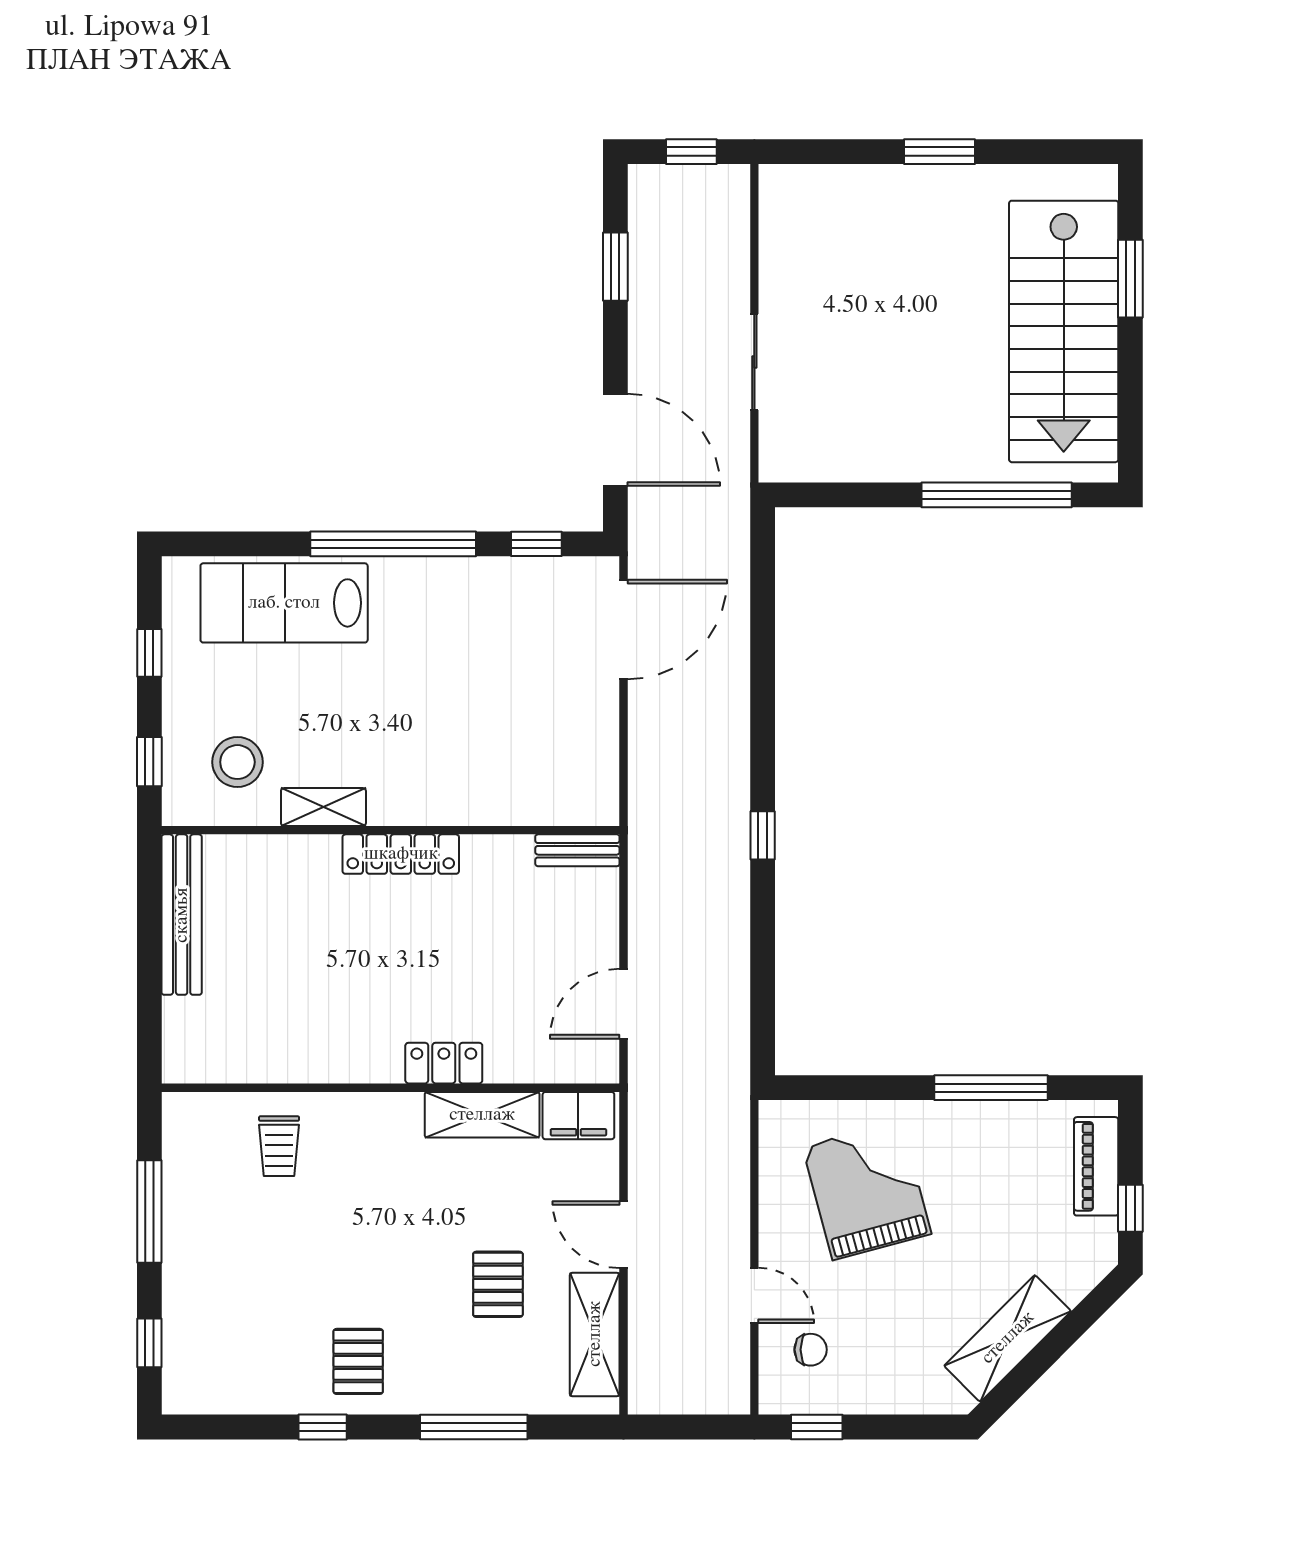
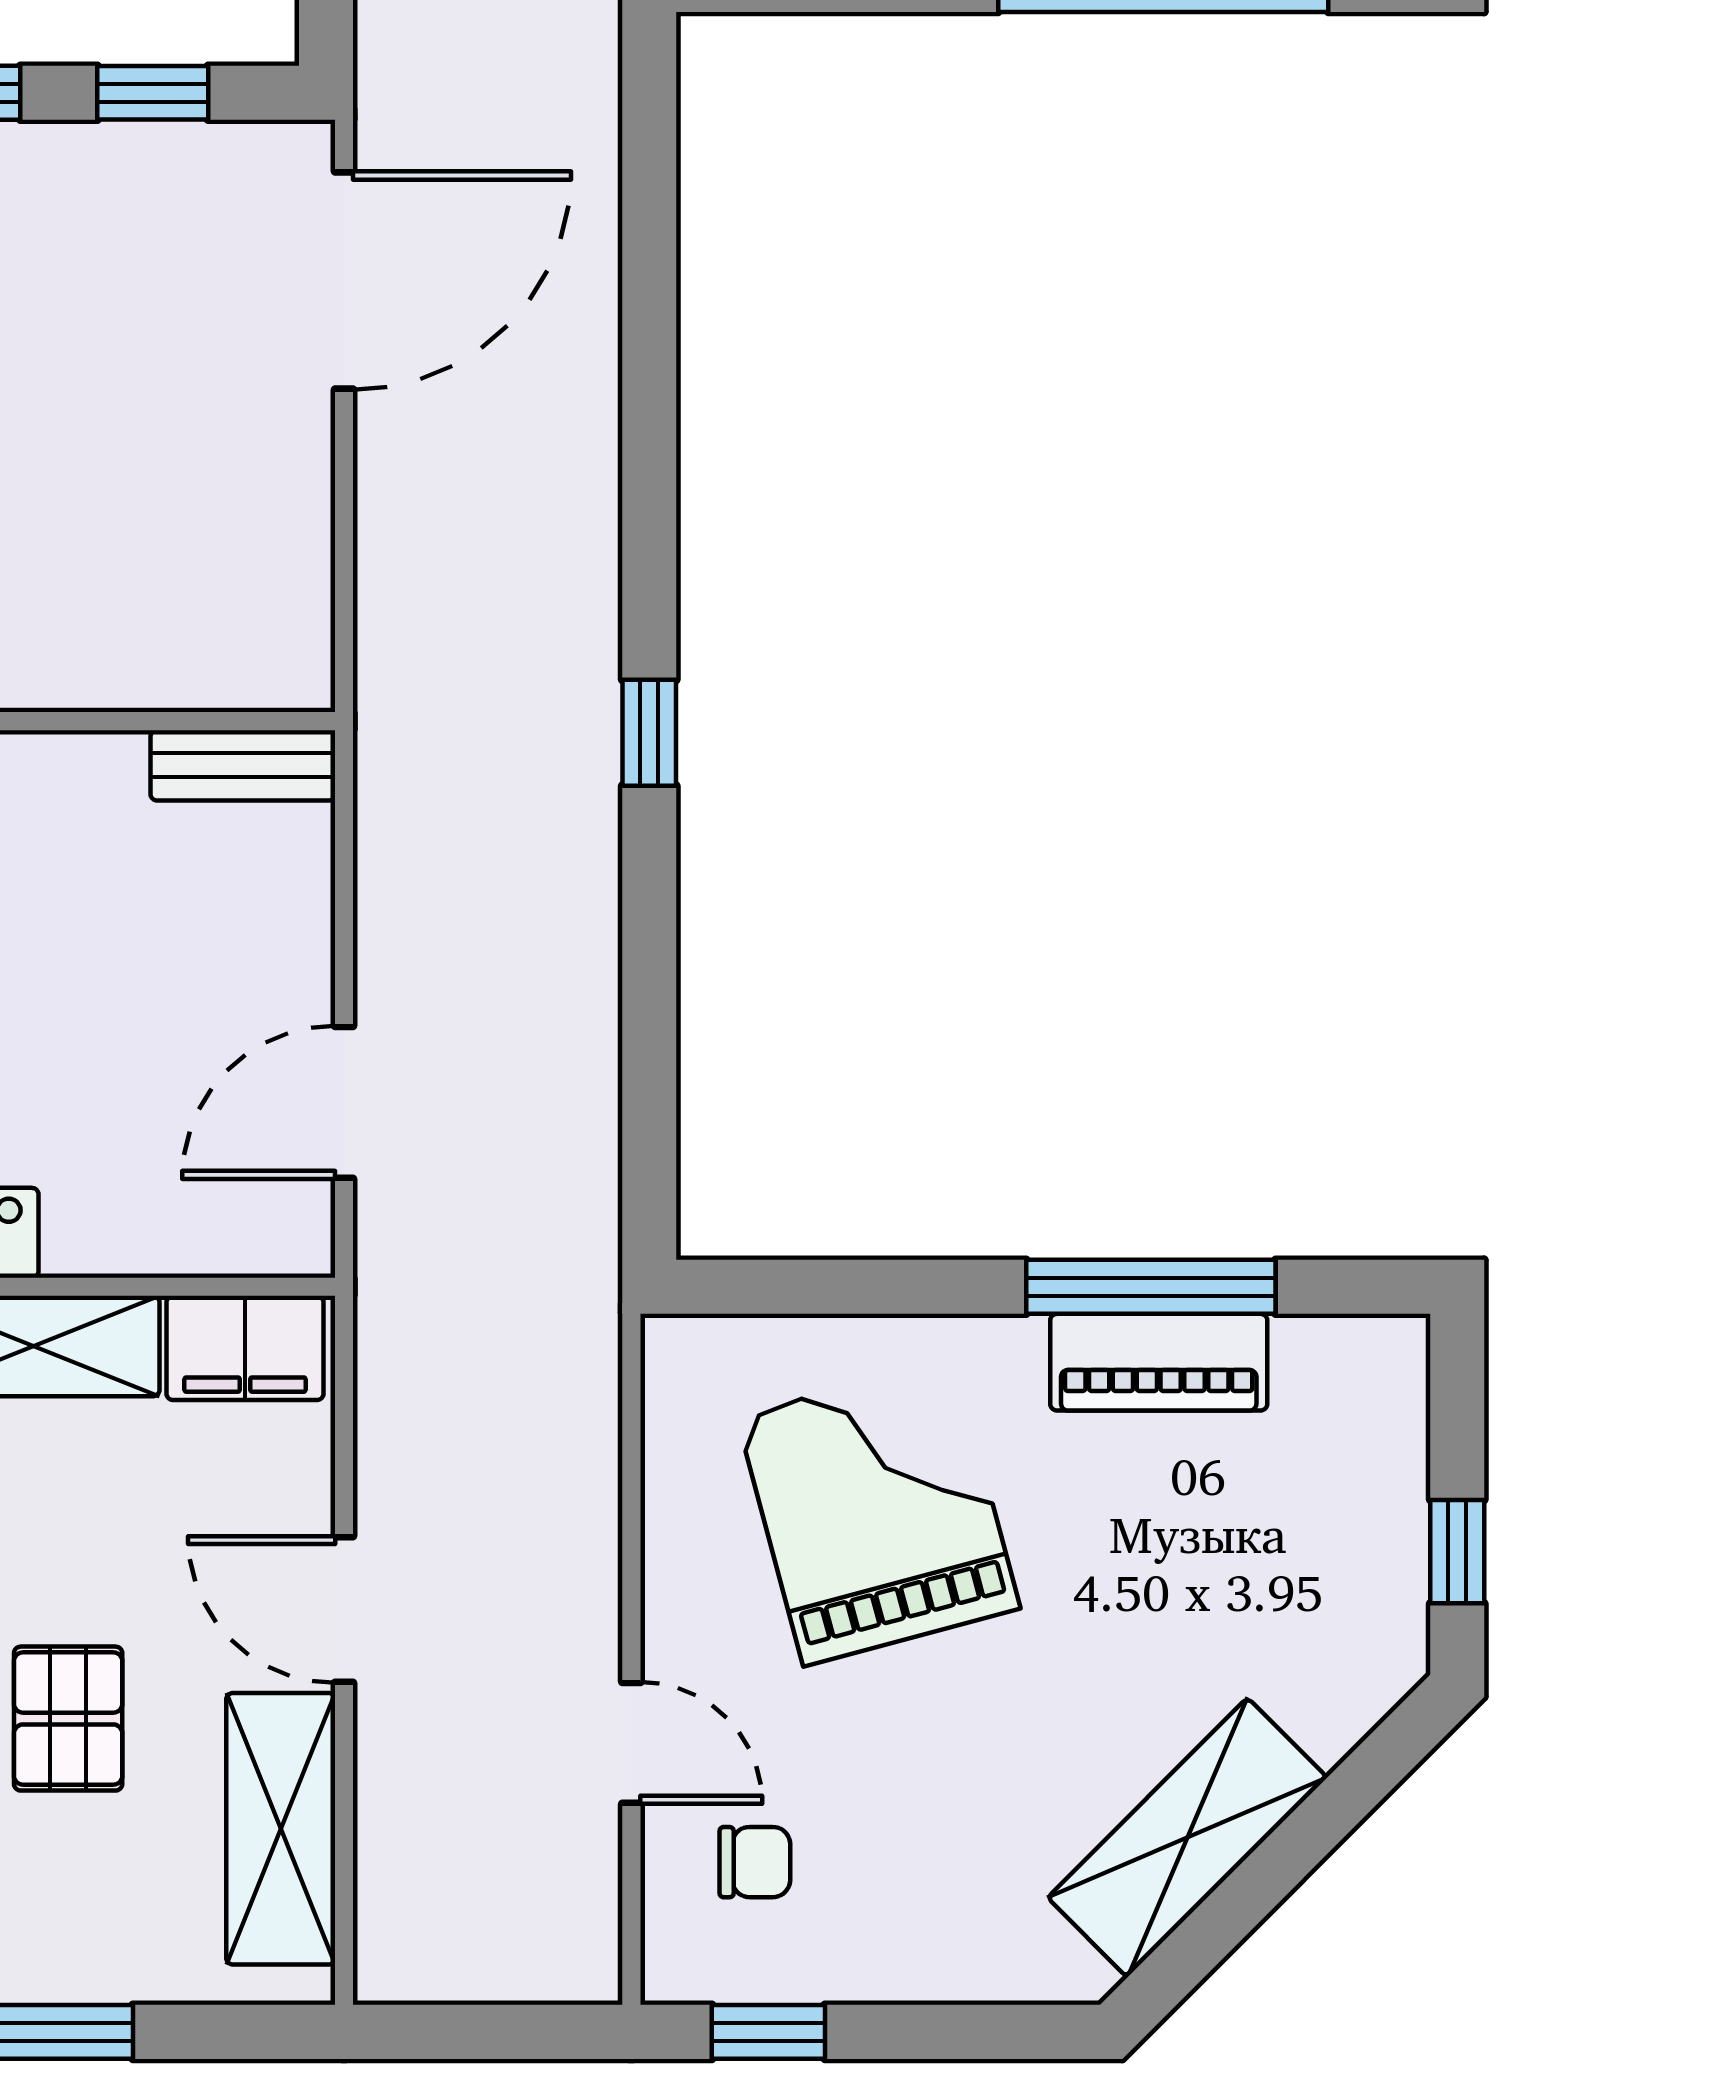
piano: (1096, 1166) -> (1159, 1362), moved, turned -90

